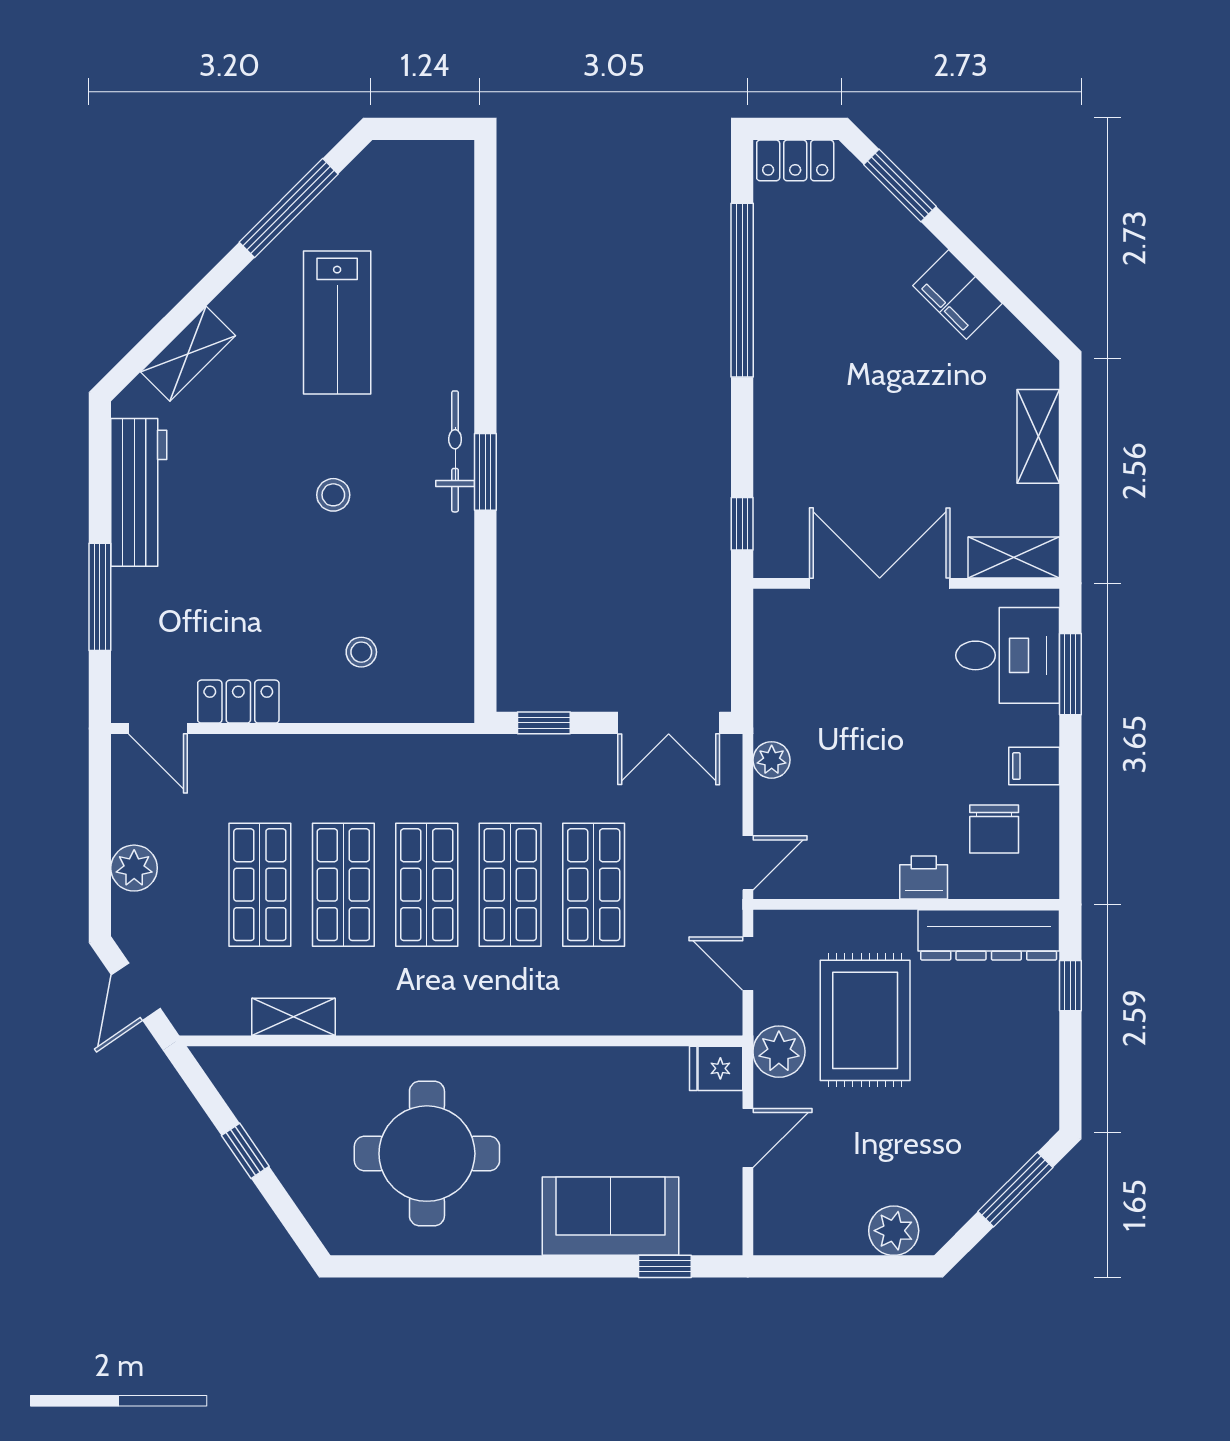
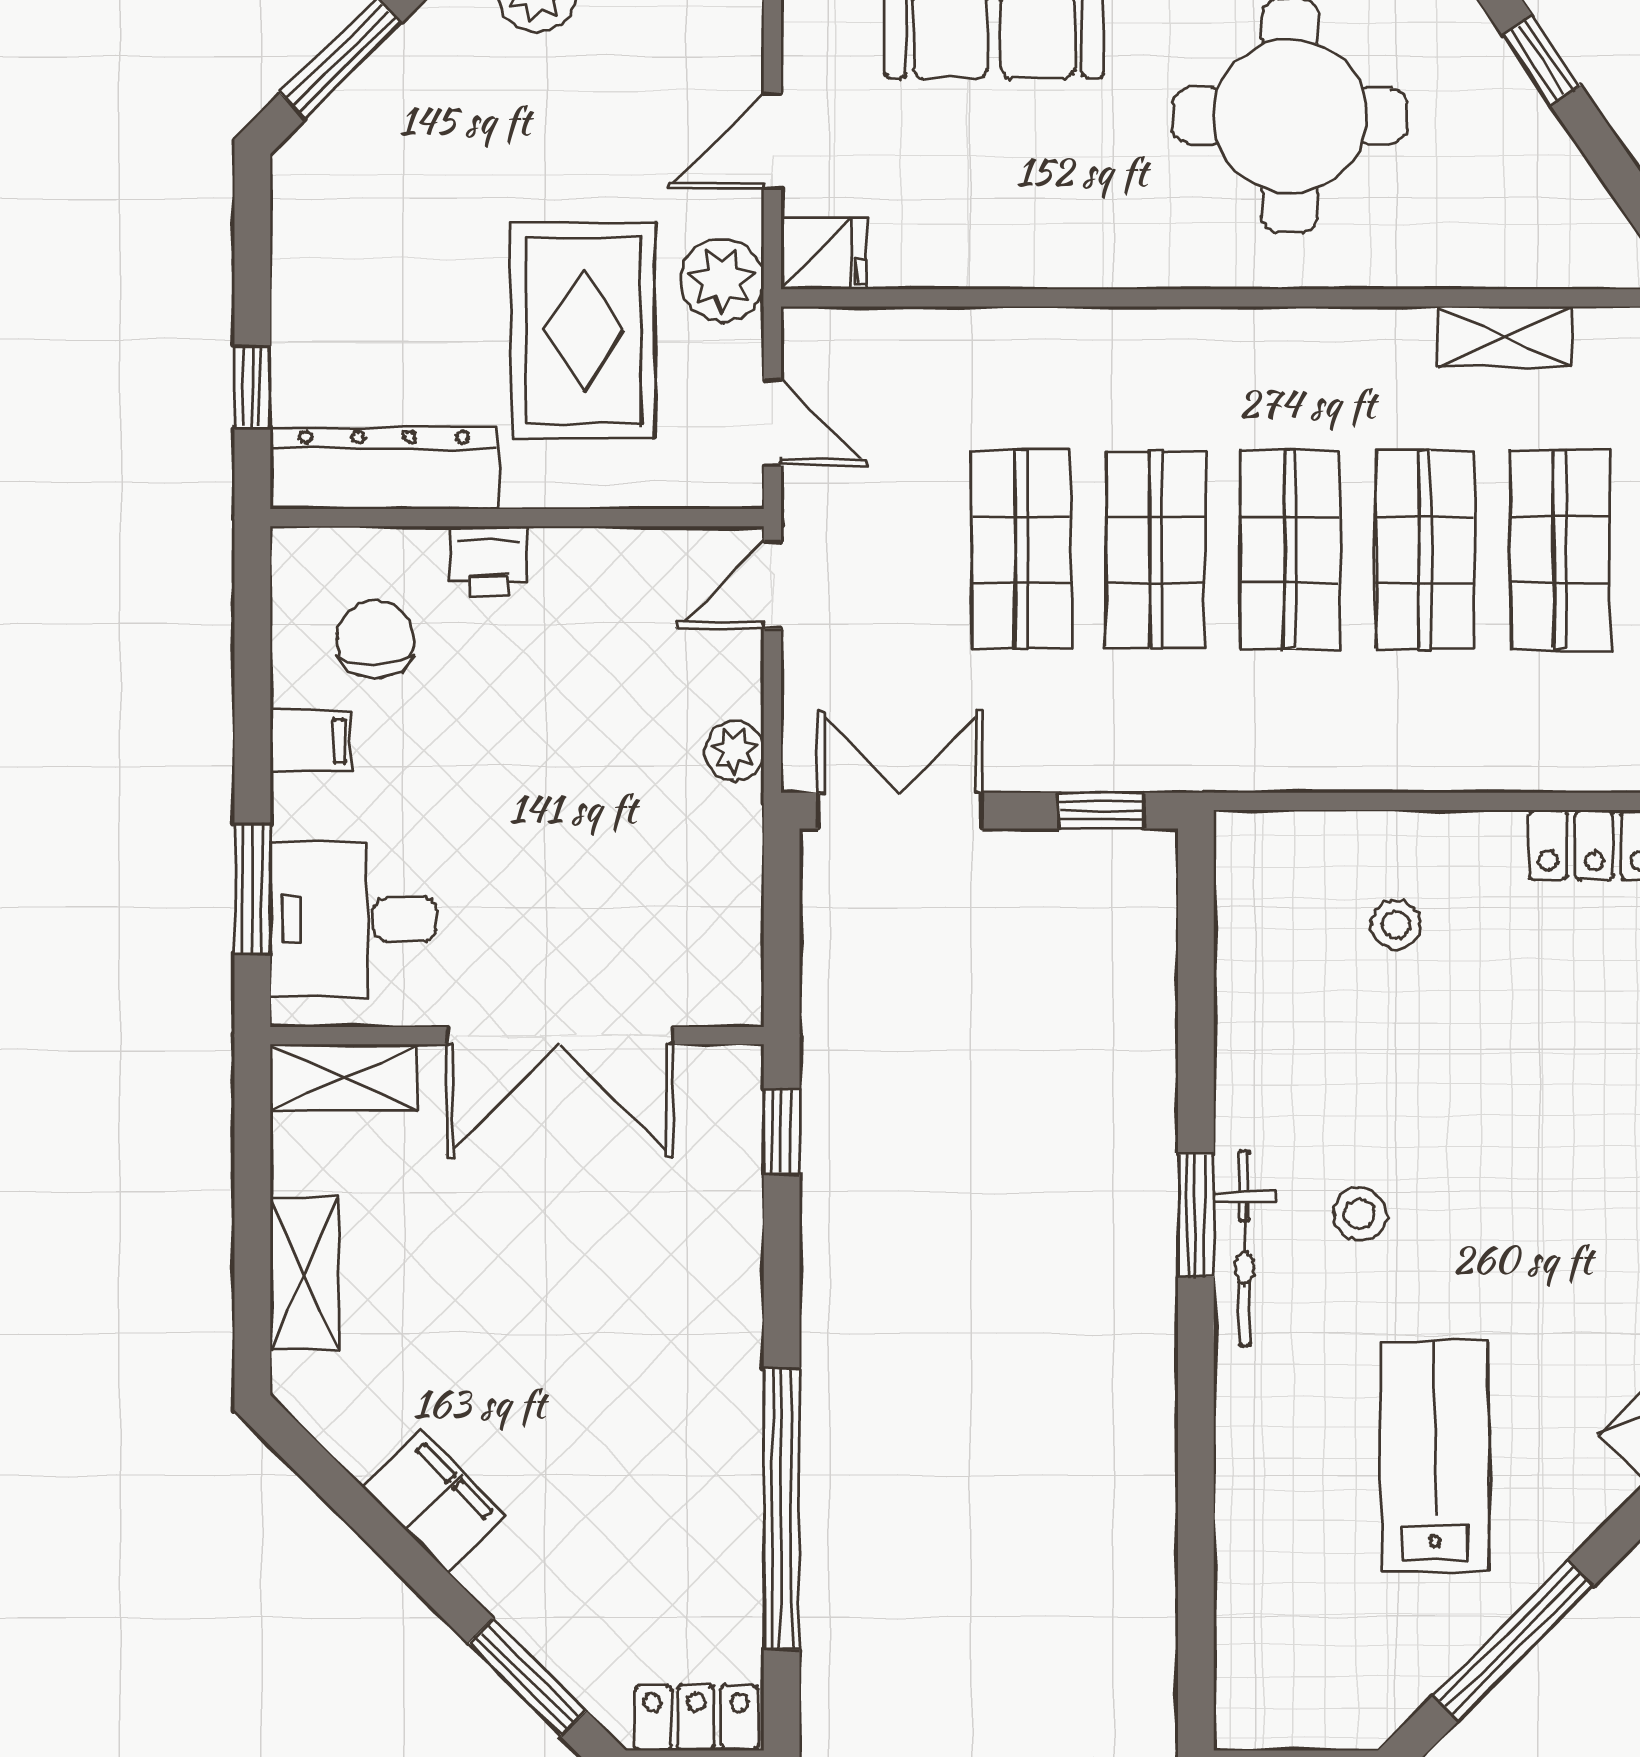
stool: (333, 495) -> (1360, 1214), moved
window: (245, 1151) -> (1542, 60), moved

